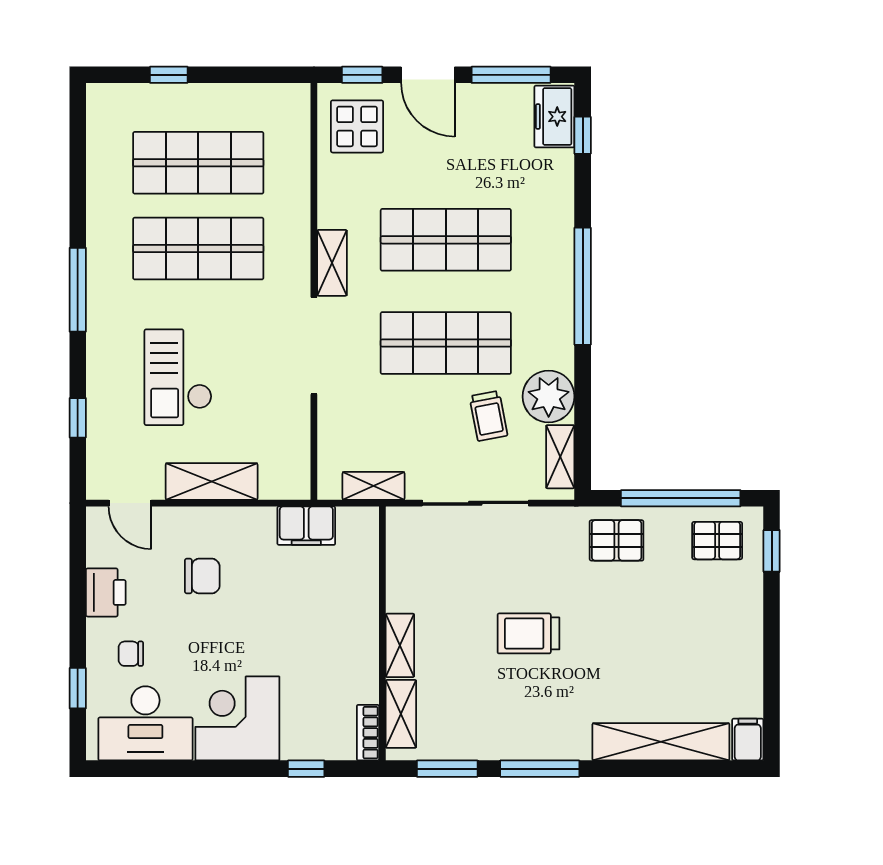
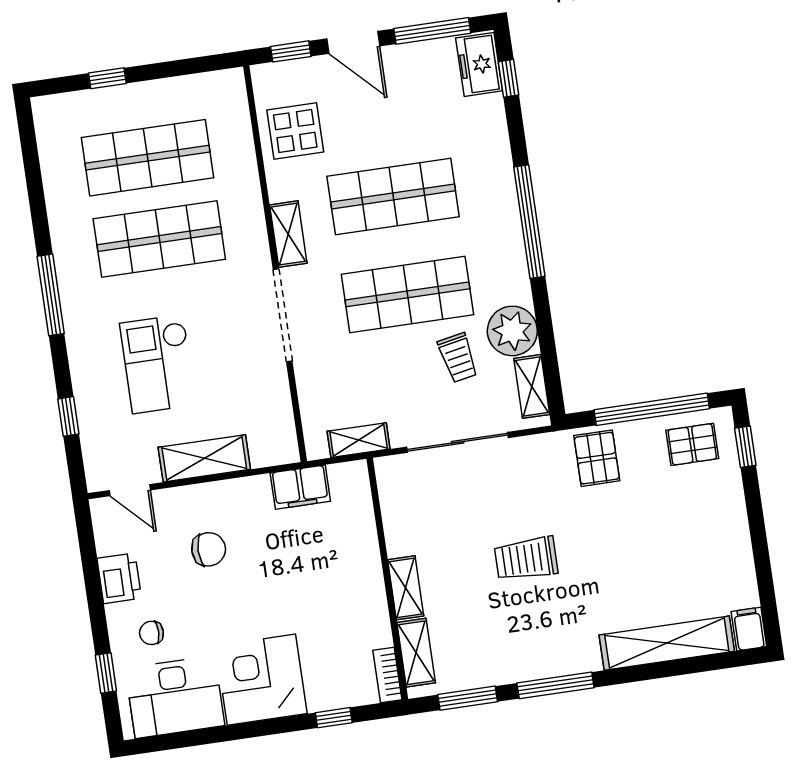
display table: (357, 126) -> (295, 131), moved
pallet: (617, 540) -> (597, 458), turned 90

